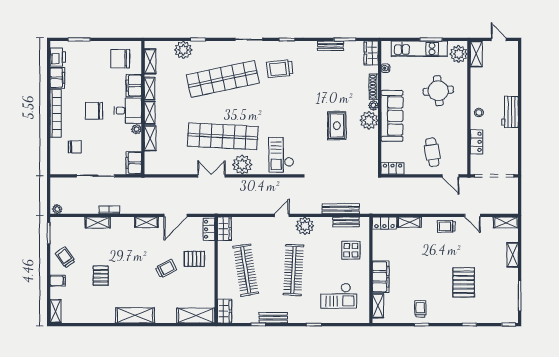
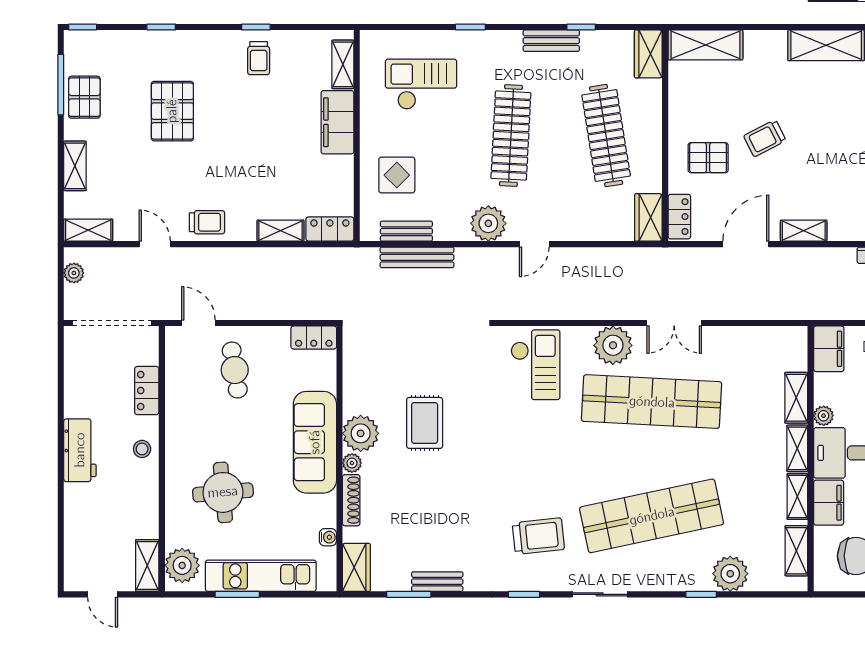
plant: (513, 201) -> (74, 273), added
pallet: (508, 289) -> (84, 97), added

